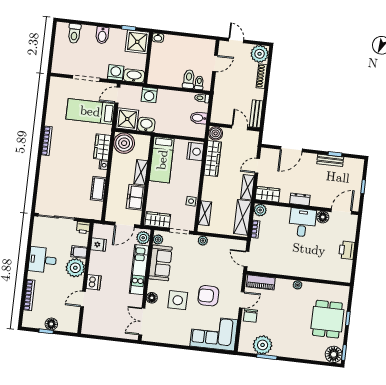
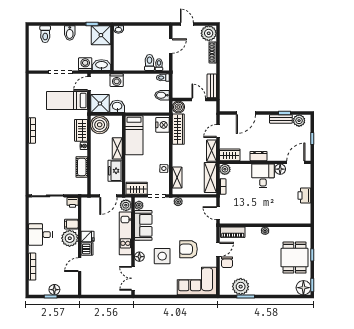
plant: (350, 165) -> (299, 121), added
fridge: (98, 245) -> (88, 236), moved

